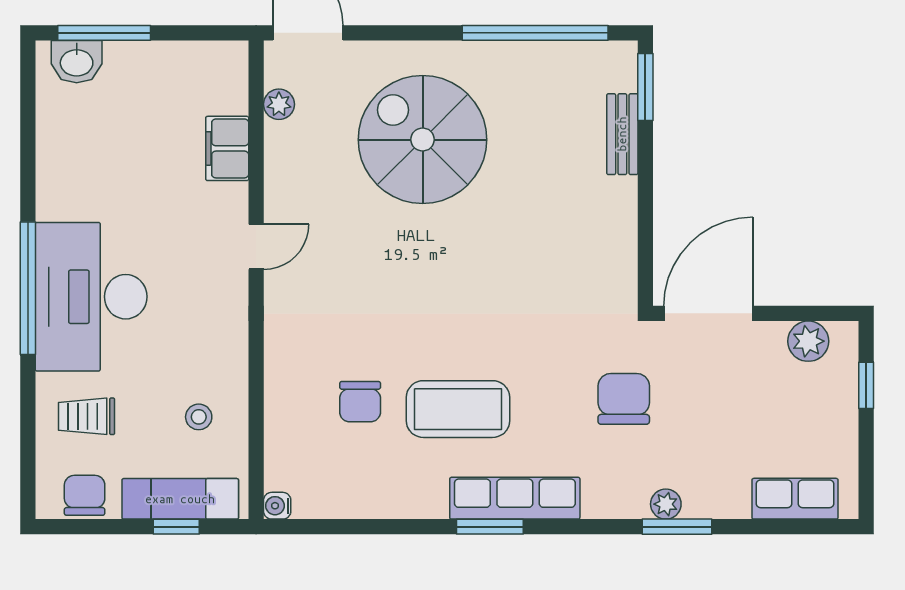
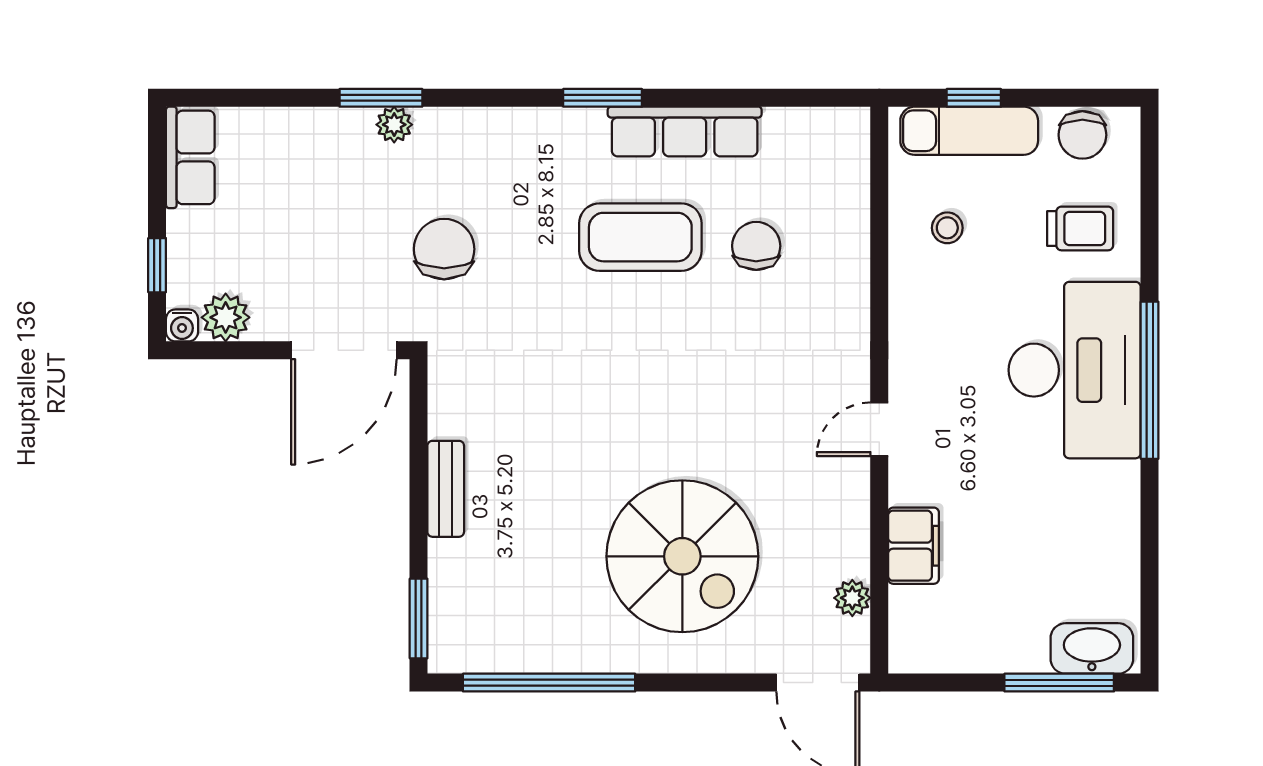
washbasin: (77, 62) -> (1092, 648), width x1.38
bench: (622, 134) -> (446, 489), moved
chair: (624, 399) -> (444, 249), turned 180
row of seats: (515, 498) -> (685, 132), moved
row of seats: (795, 499) -> (190, 157), moved, turned -90
water cooler: (277, 506) -> (182, 325), moved, turned 90

